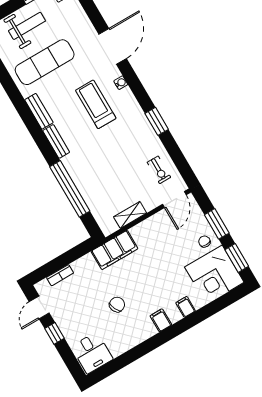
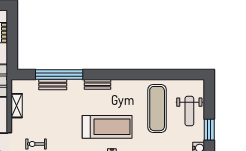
treadmill: (96, 104) -> (107, 127), width x1.37, depth x1.37
bench: (39, 111) -> (53, 85), moved

